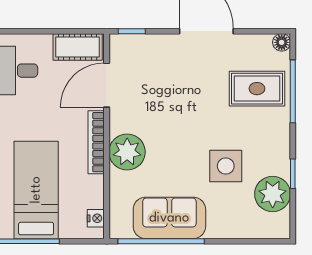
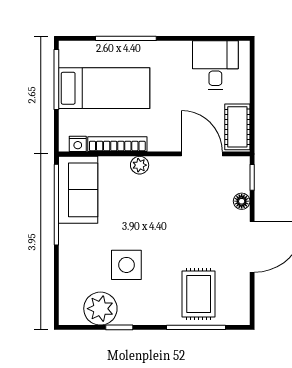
floor lamp: (282, 42) -> (242, 201), moved
bookcase: (96, 142) -> (117, 144), moved
plant: (127, 152) -> (140, 165), width x0.53, depth x0.53
sofa: (169, 218) -> (78, 190), moved

